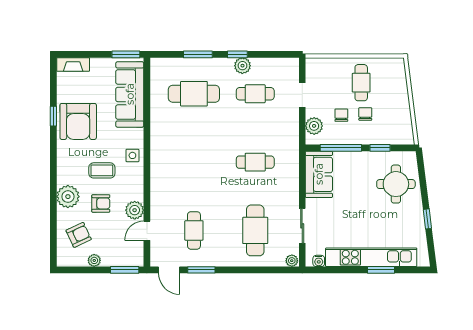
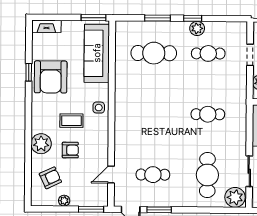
plant: (135, 210) -> (100, 156), removed
cafe table: (194, 230) -> (153, 175), turned 90
plant: (292, 261) -> (235, 197), width x1.87, depth x1.87

